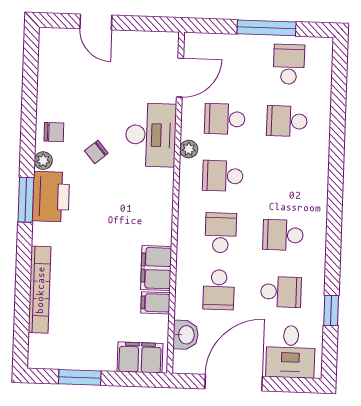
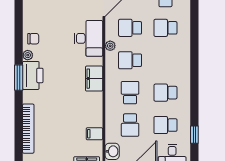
chair: (96, 152) -> (58, 49), removed
filing cabinet: (156, 268) -> (94, 79), moved
school desk: (281, 292) -> (165, 125), turned 180

